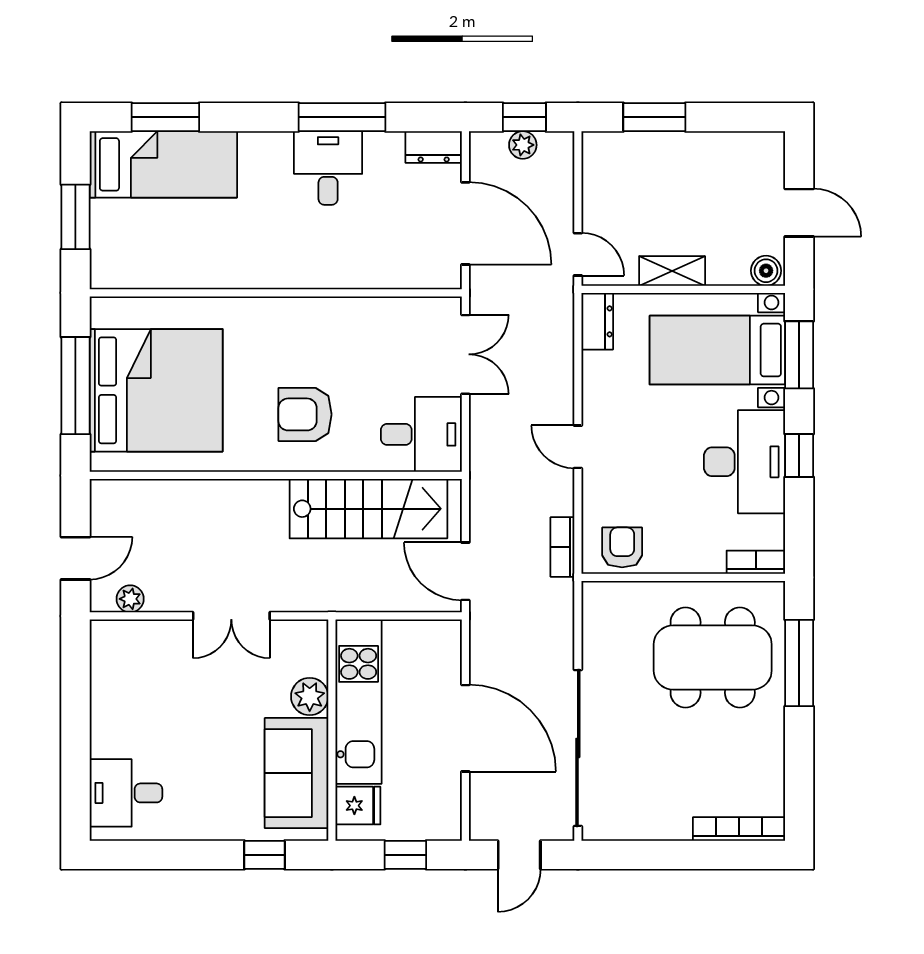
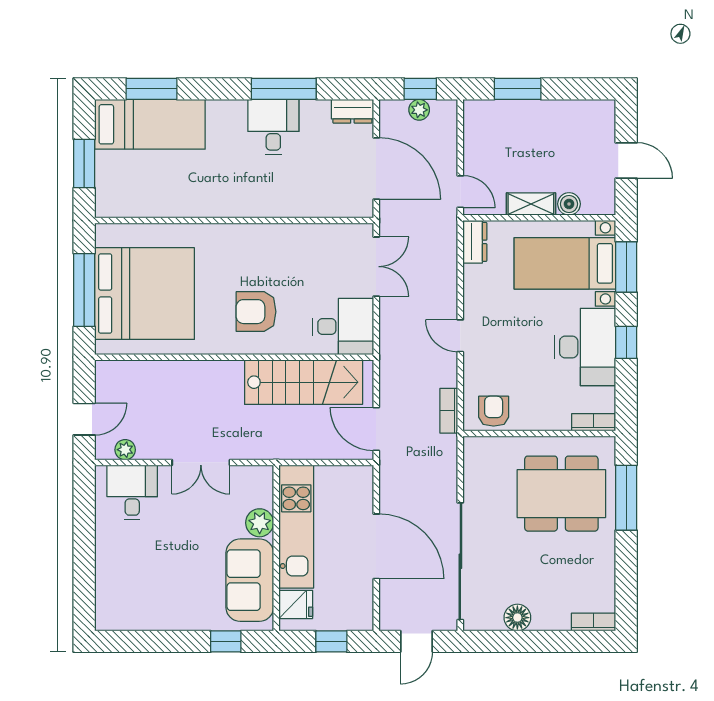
boiler: (766, 271) -> (569, 204), moved
desk: (126, 793) -> (132, 492), moved, turned 90
floor lamp: (654, 823) -> (517, 618), added
bookcase: (739, 829) -> (593, 622), width x0.64

